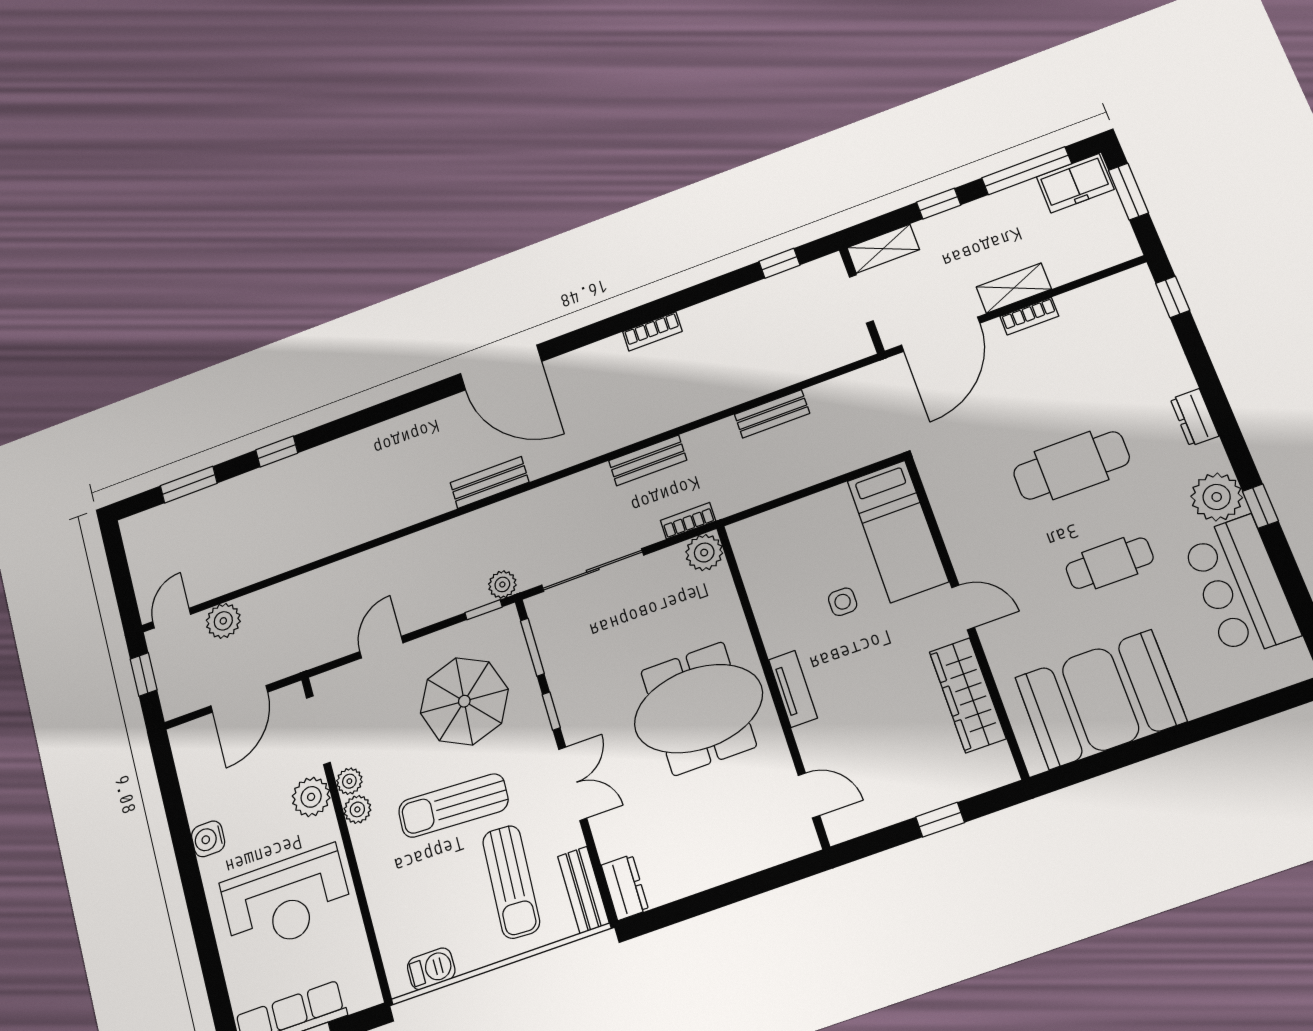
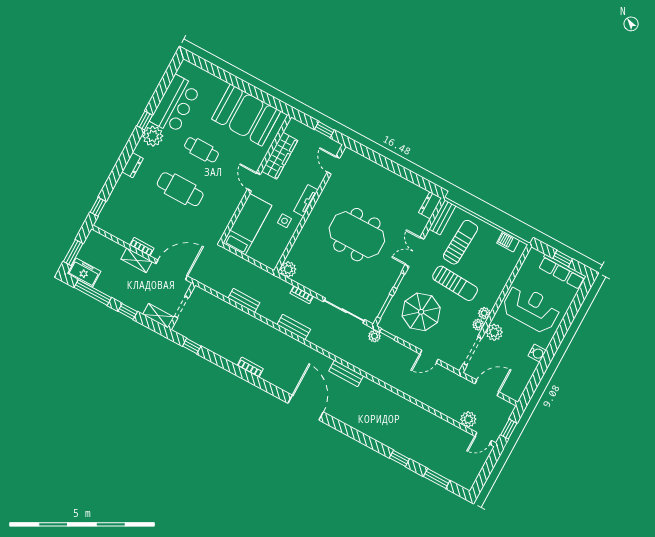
plant: (704, 553) -> (288, 269), moved
wall: (772, 684) -> (310, 209), moved
tv unit: (793, 689) -> (306, 201), moved
door: (809, 795) -> (333, 165), moved

